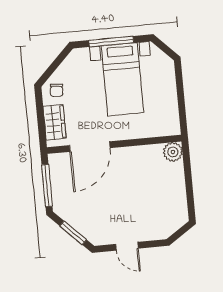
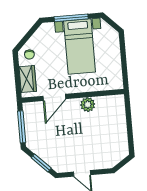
door: (90, 147) -> (54, 97), width x0.73
plant: (173, 152) -> (88, 105), moved

